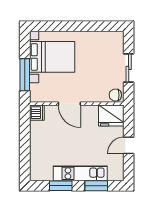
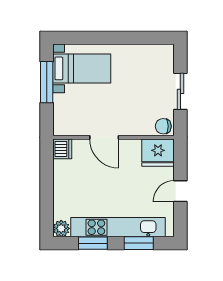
bed with nightstands: (52, 57) -> (82, 68), width x0.73
window: (25, 75) -> (47, 82), moved
kitchen unit: (80, 173) -> (118, 227), width x1.36
plant: (36, 174) -> (61, 228), added

